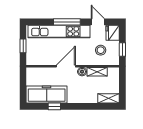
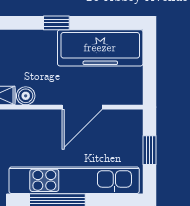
door: (66, 66) -> (82, 107), moved
window: (54, 106) -> (56, 23), moved

